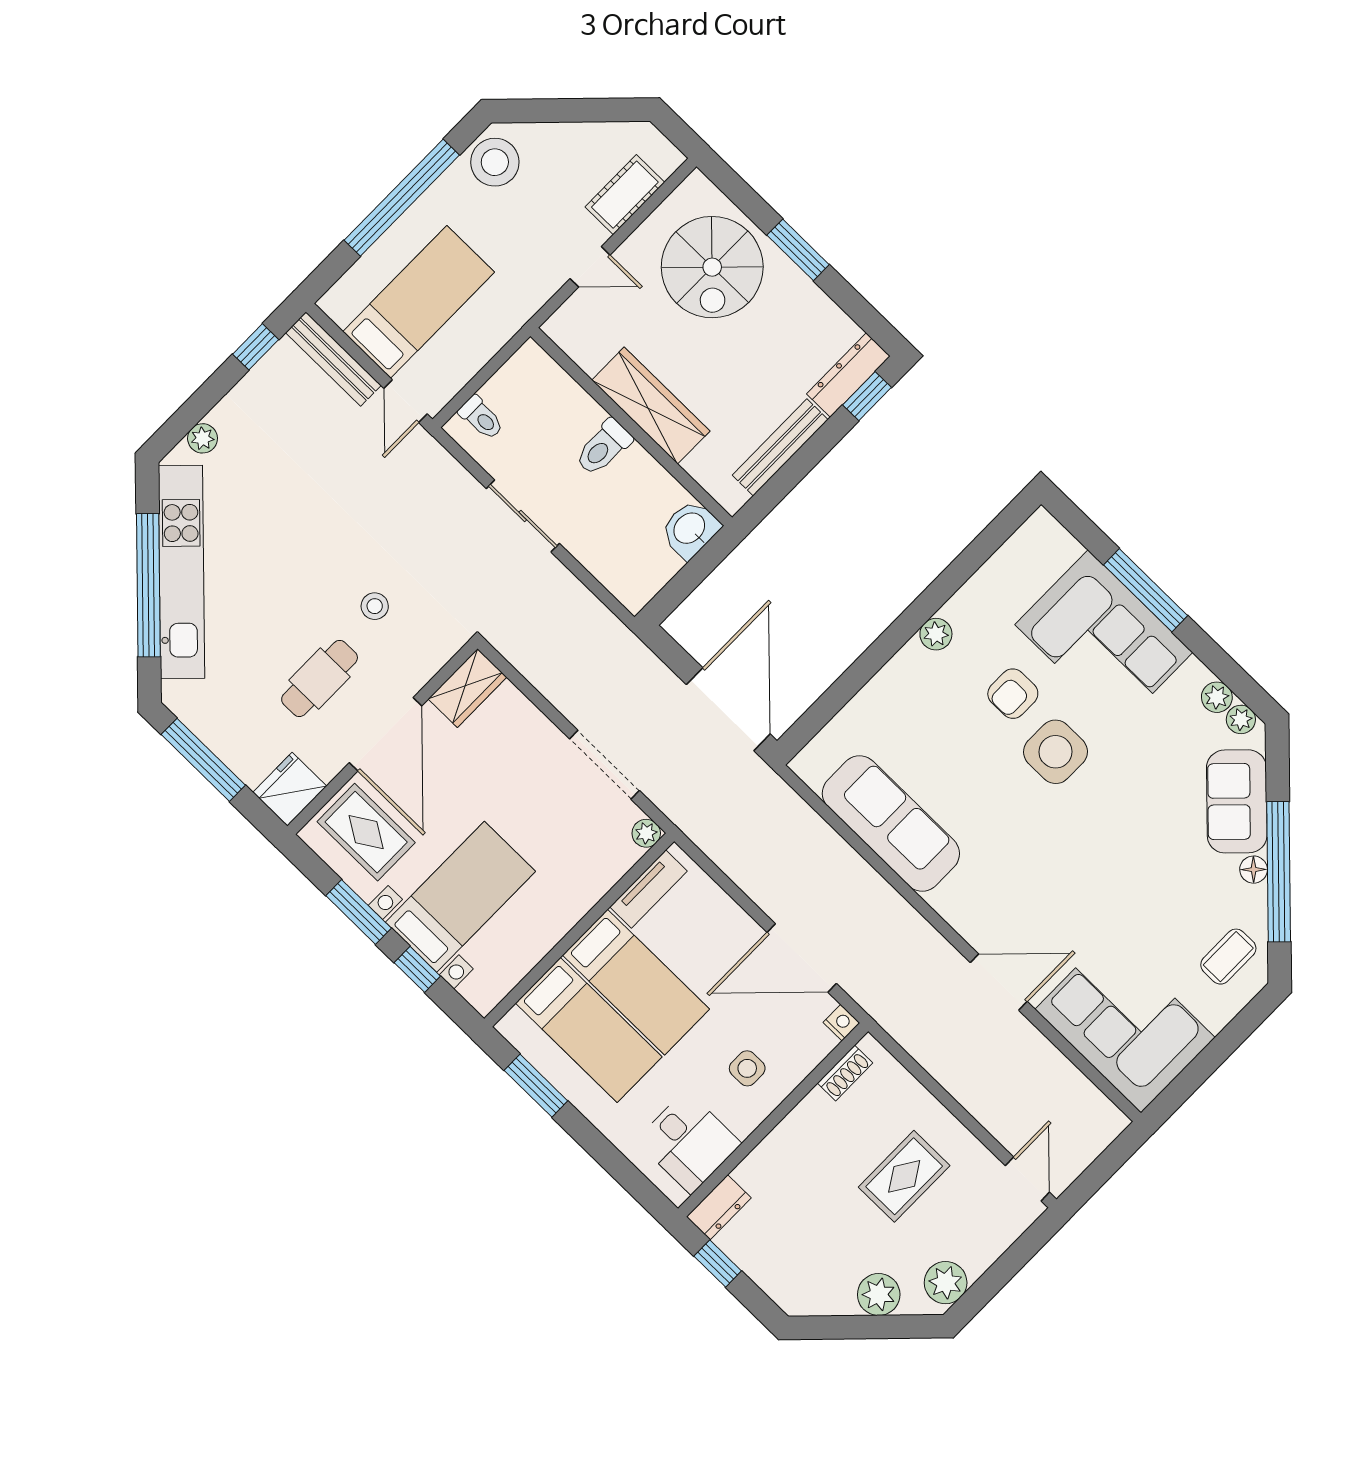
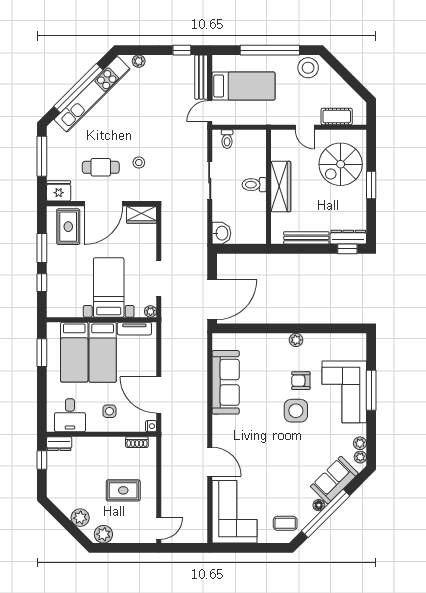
washbasin: (690, 529) -> (221, 233), moved, turned 90
bed with nightstands: (460, 897) -> (109, 287), moved, turned -90

